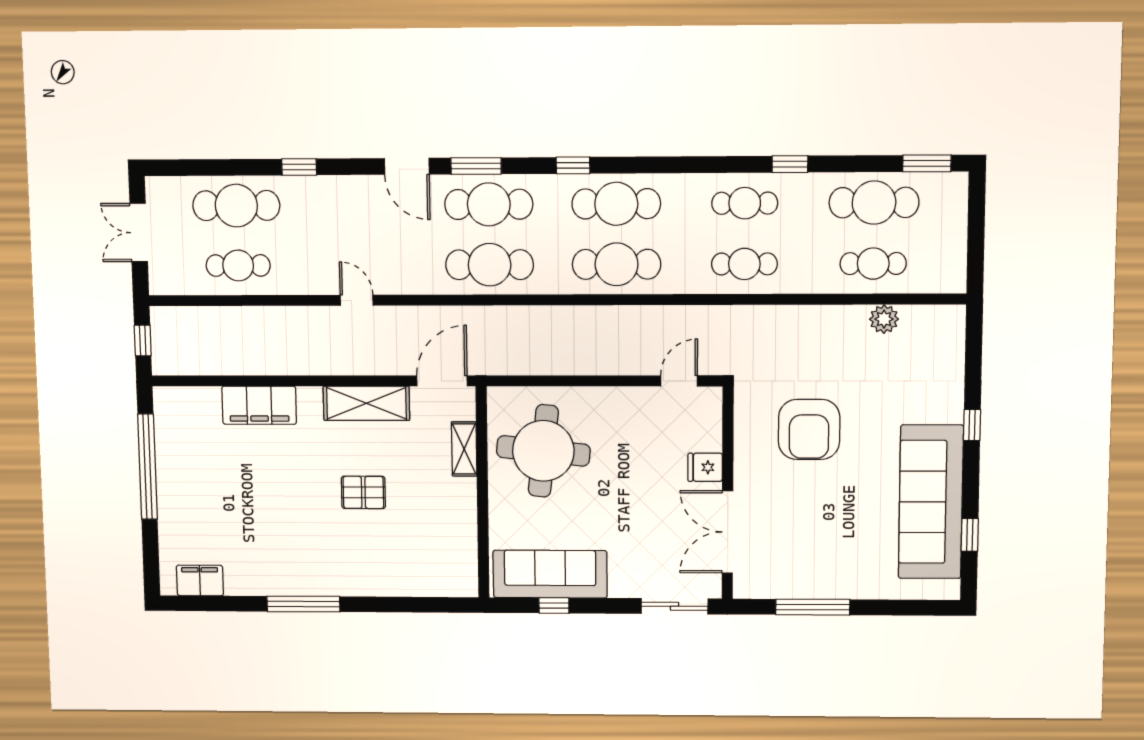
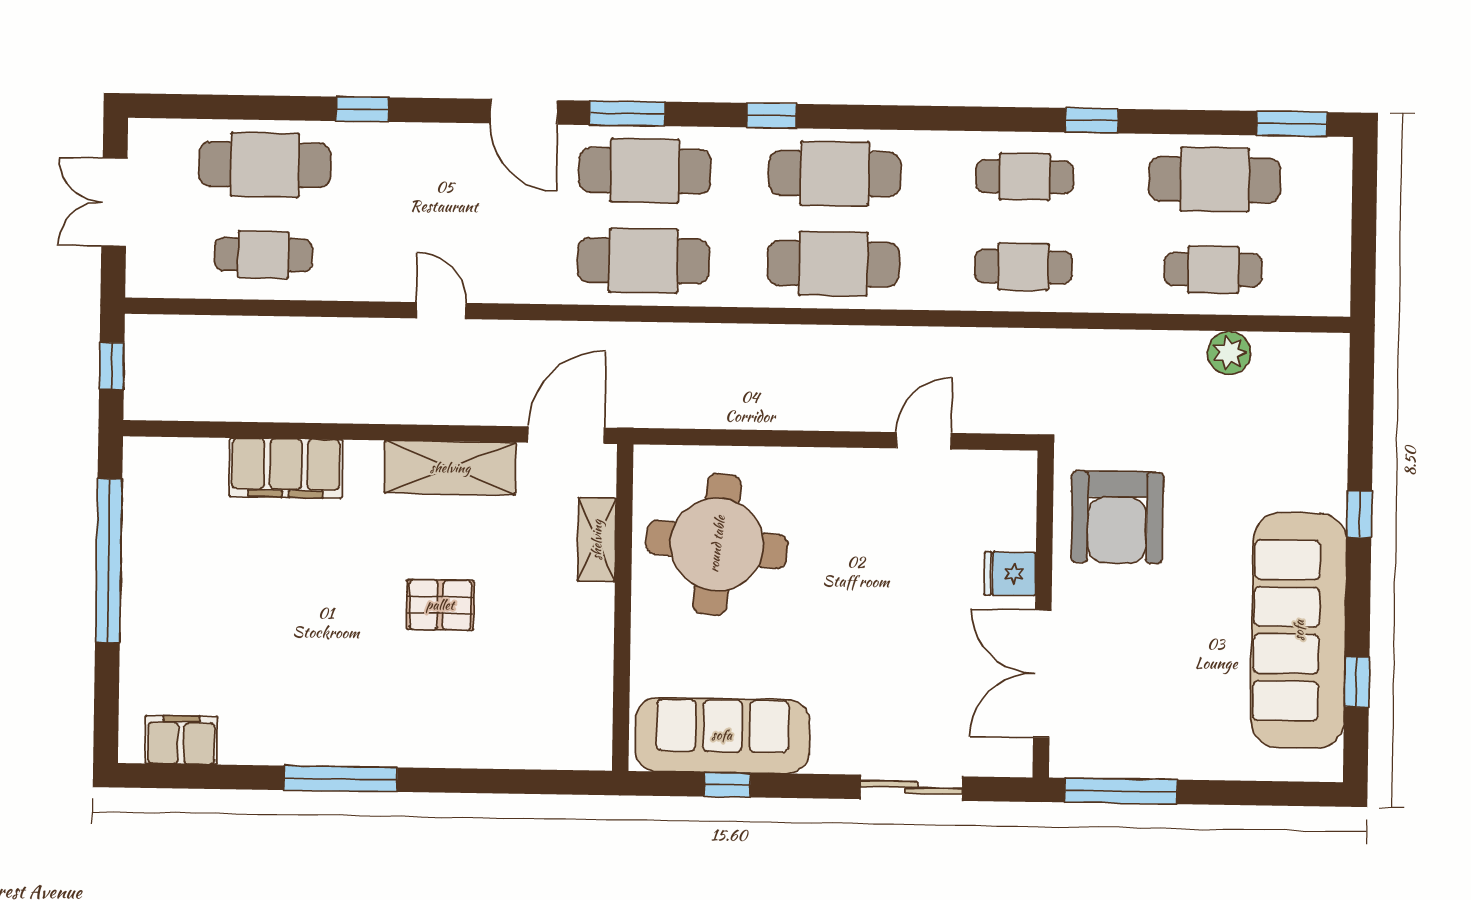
fridge: (705, 467) -> (1010, 574), moved
wall: (728, 493) -> (1043, 614), moved
double door: (728, 532) -> (1042, 674), moved

